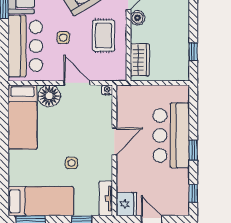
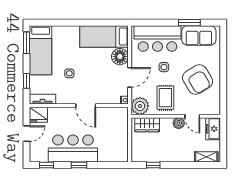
rug: (104, 36) -> (165, 98), turned 90
plant: (115, 69) -> (140, 106), added
bar counter: (171, 135) -> (73, 148), moved

